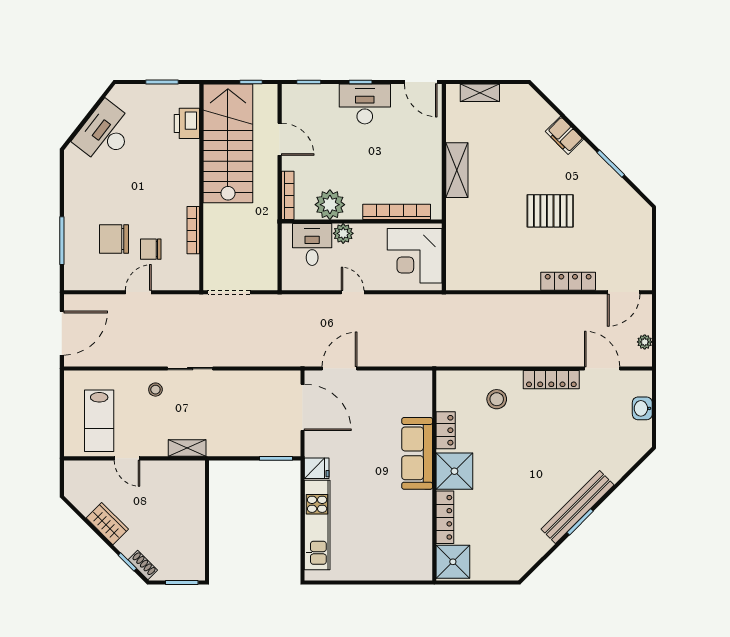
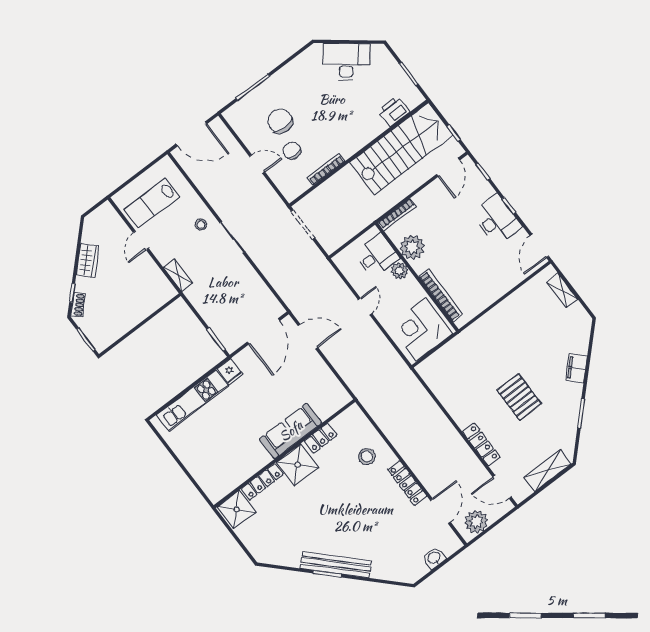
door: (280, 139) -> (448, 167), moved
shelving: (457, 170) -> (548, 471), moved
plant: (645, 342) -> (476, 522), width x1.88, depth x1.88

